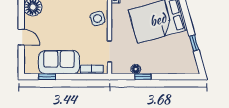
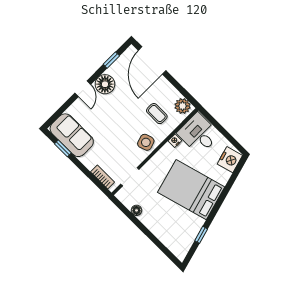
door: (21, 37) -> (83, 89), moved
sofa: (59, 62) -> (72, 135), moved
window: (143, 77) -> (136, 222), removed

